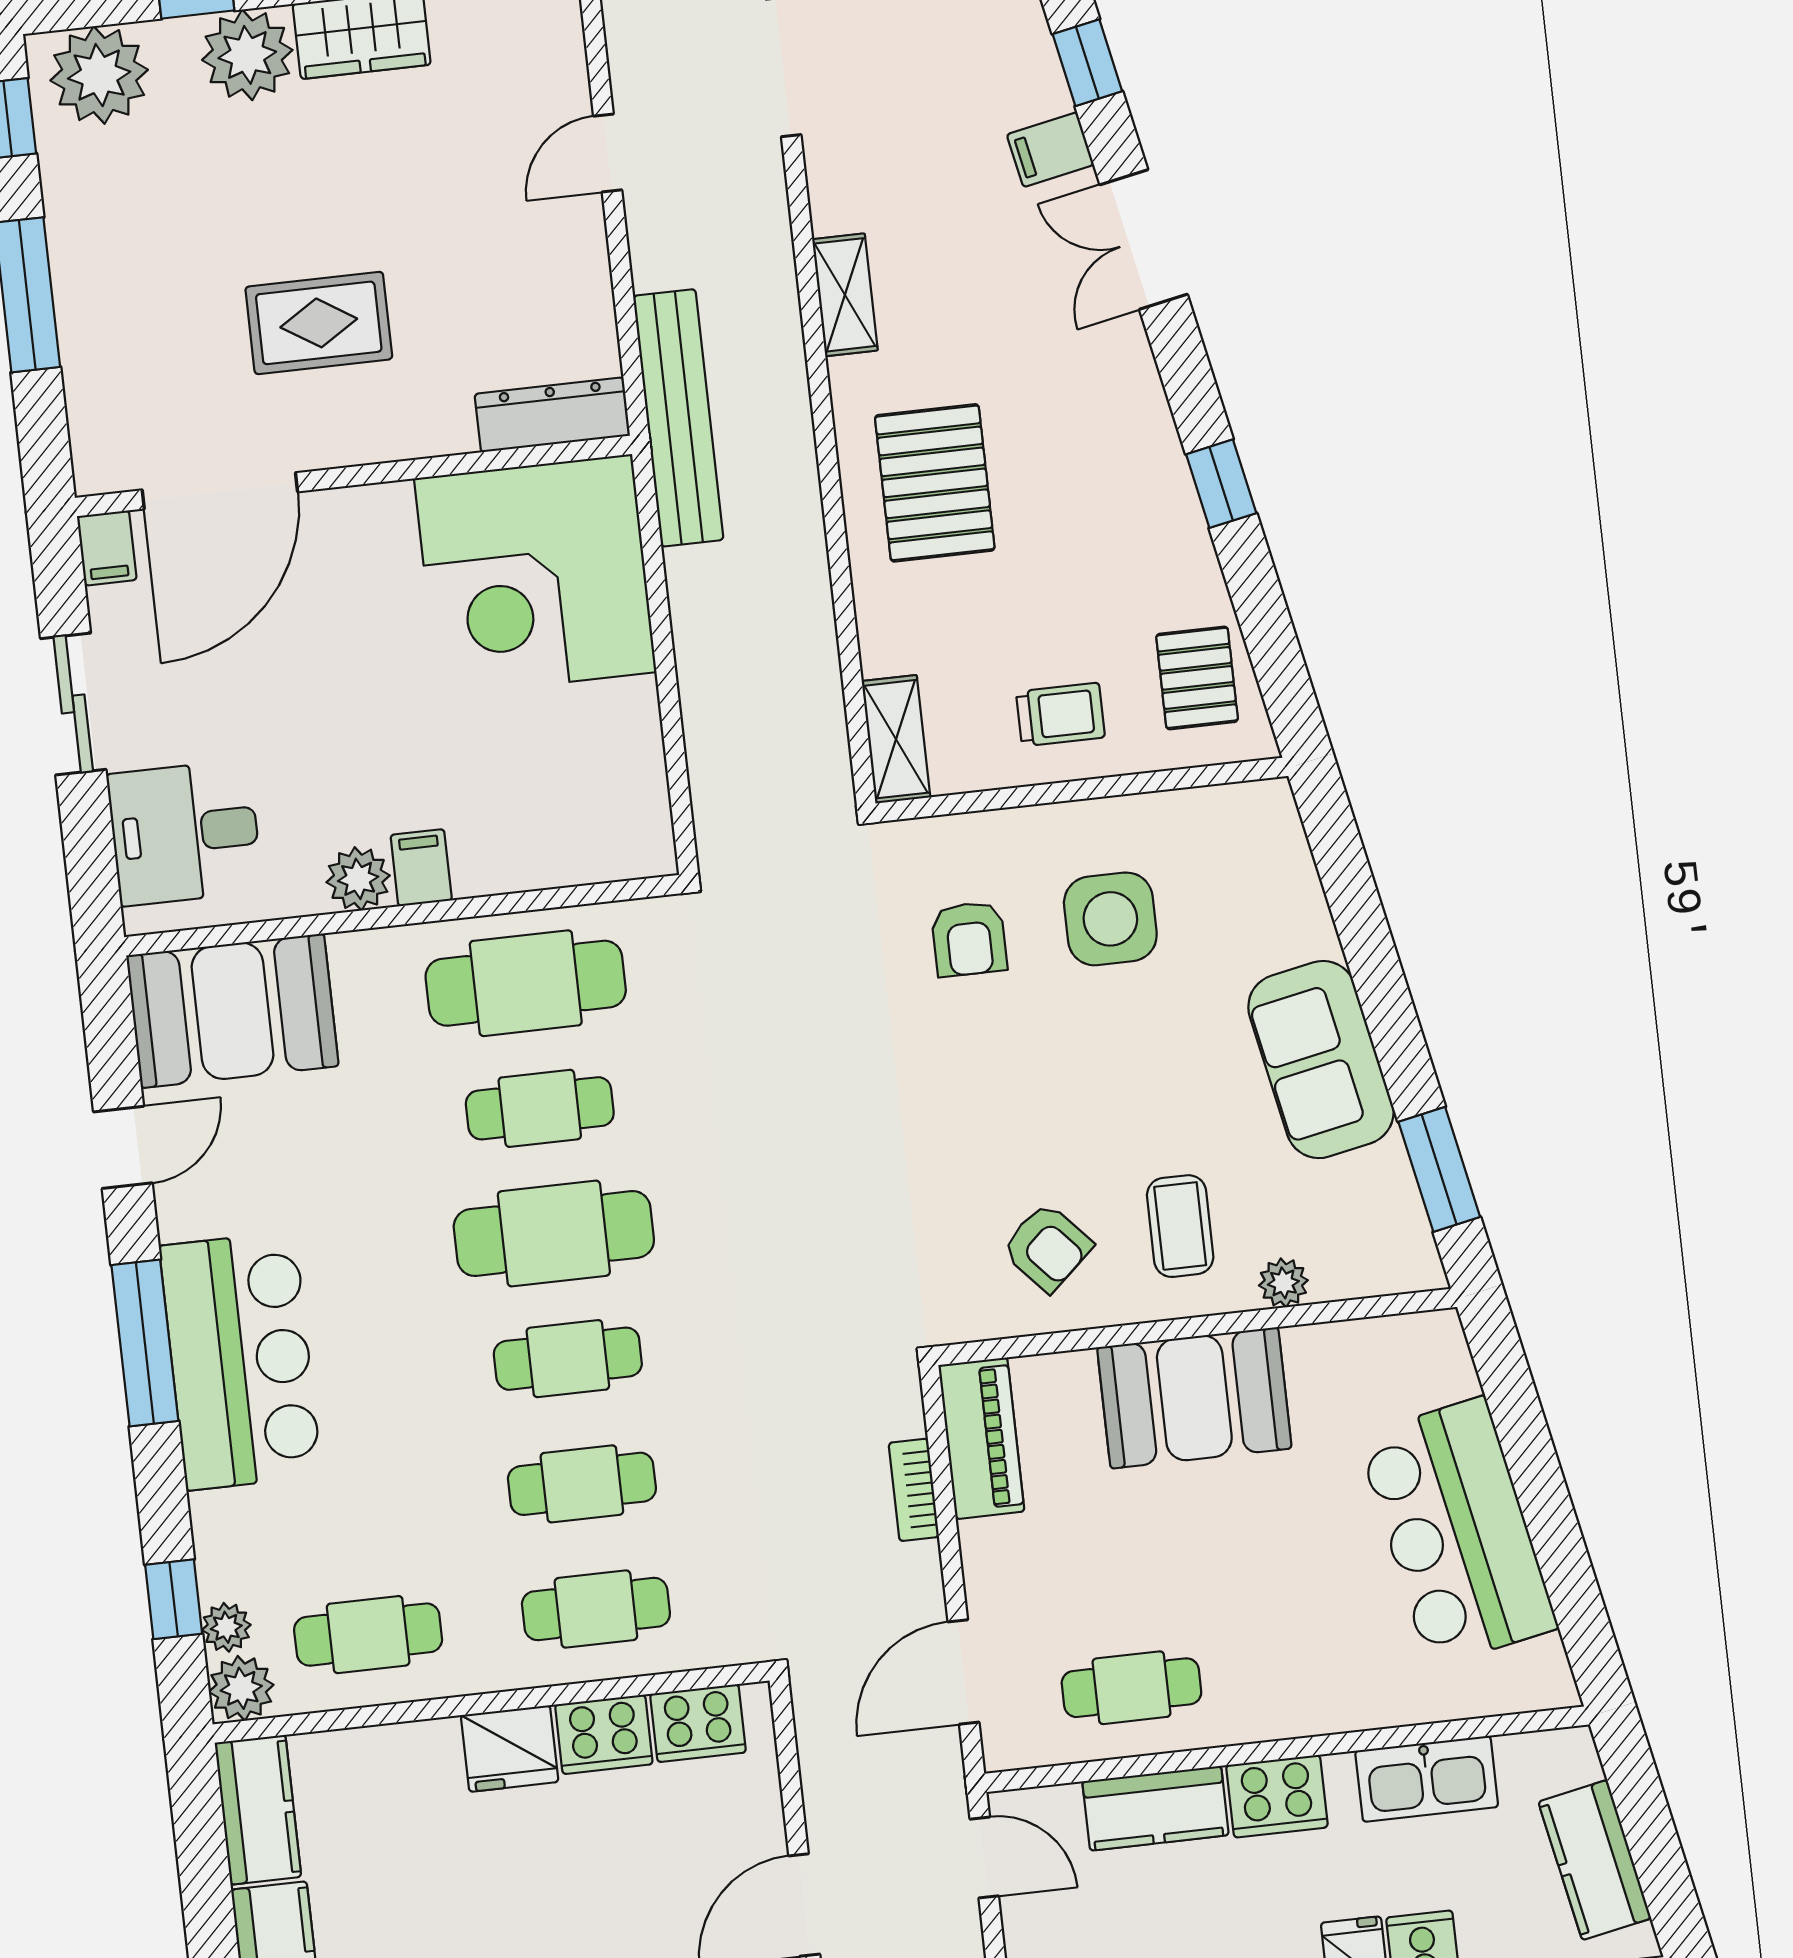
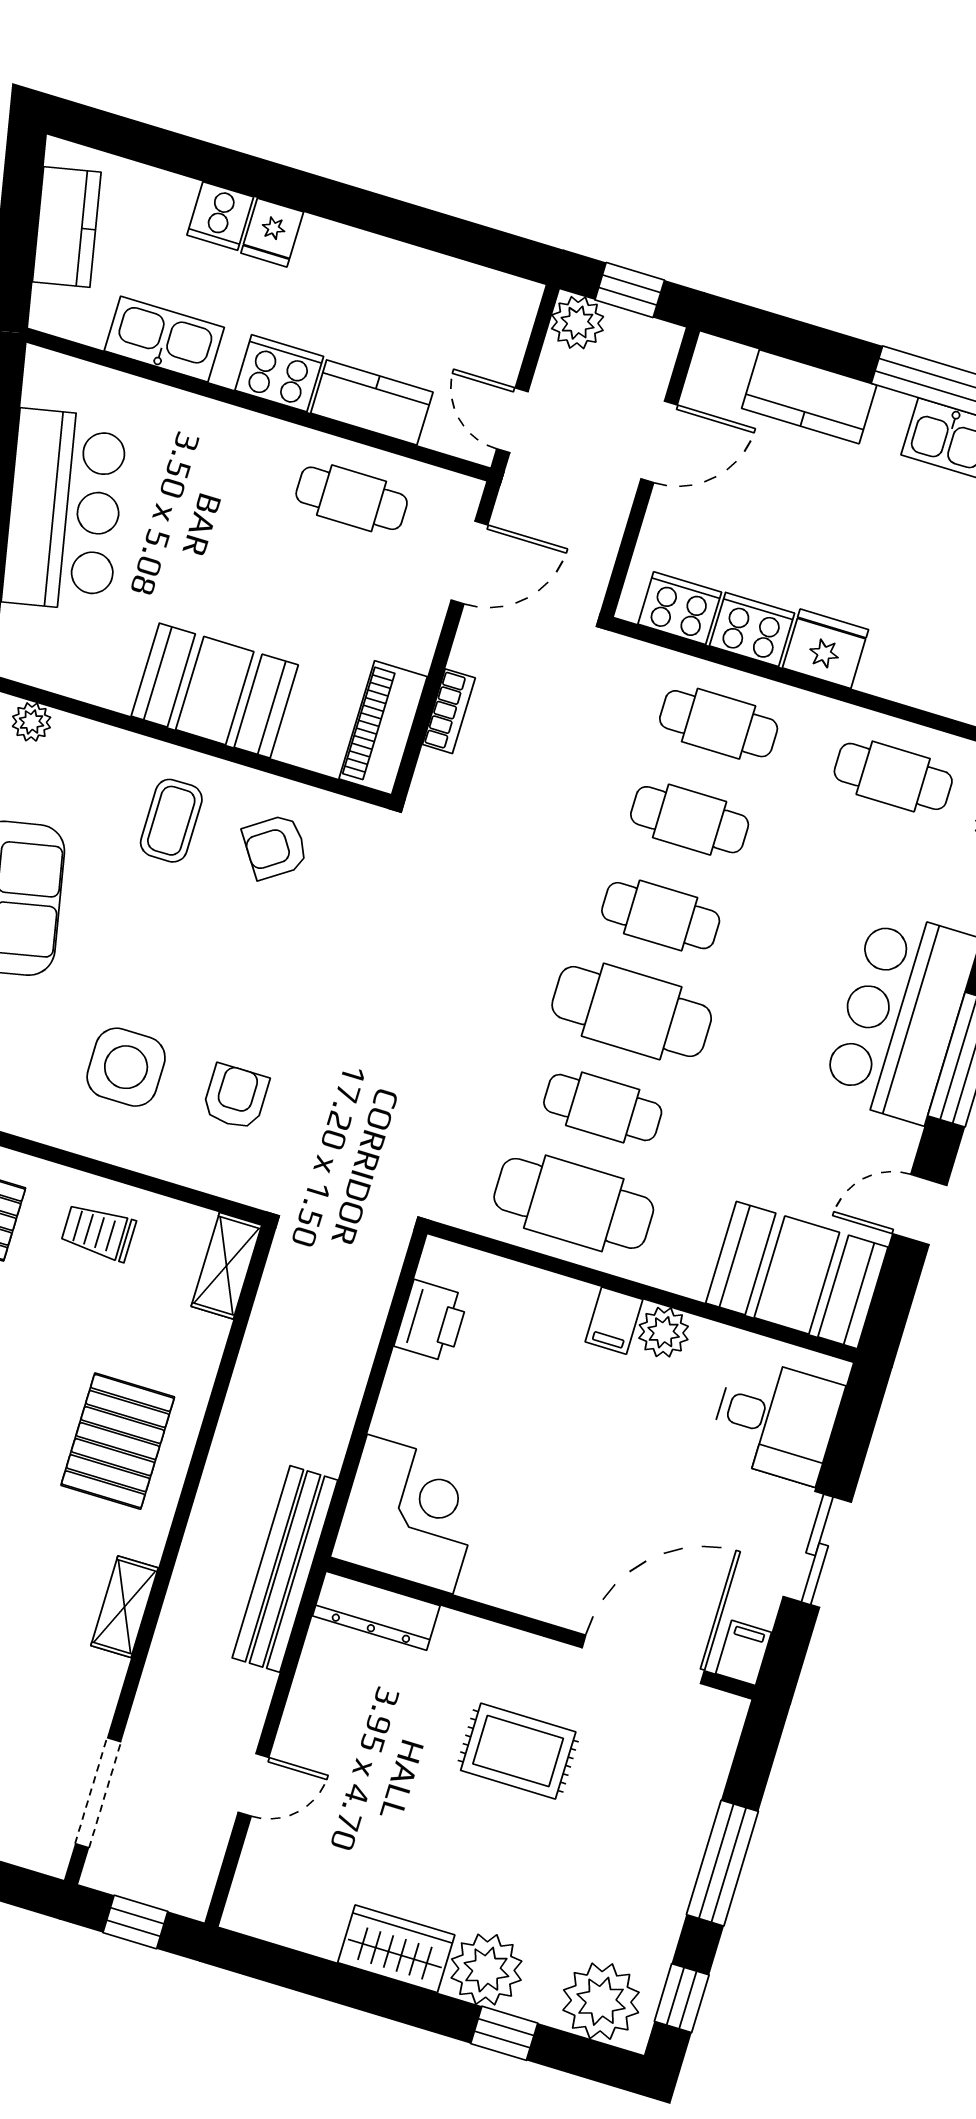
corner desk: (535, 575) -> (410, 1514), width x0.74, depth x0.74
printer: (632, 777) -> (431, 1321), added
armchair: (1047, 1247) -> (275, 847), turned -82
plant: (1283, 1283) -> (32, 722), moved

